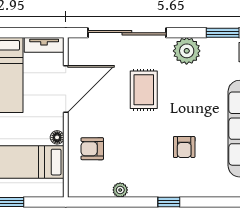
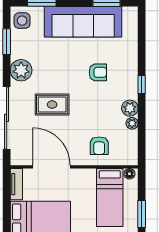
floor lamp: (57, 137) -> (129, 174), moved
plant: (139, 187) -> (130, 108), added

